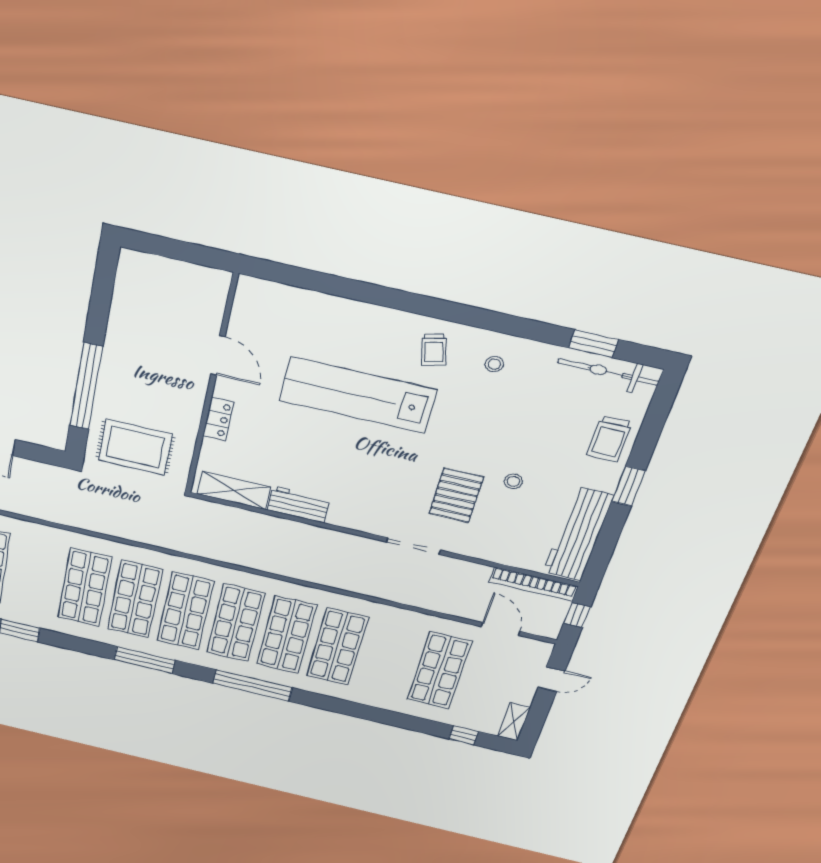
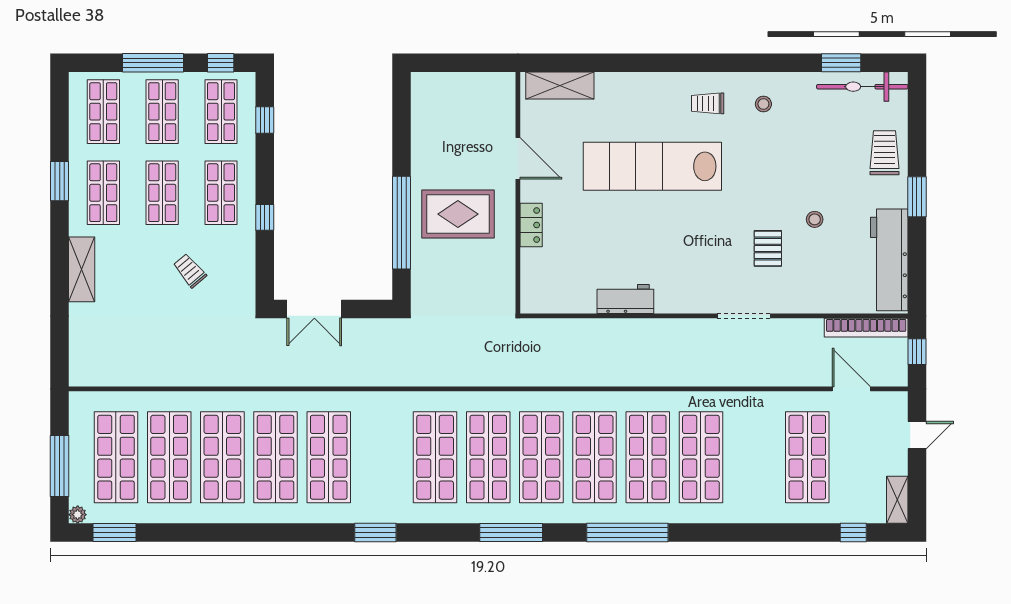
trolley: (434, 350) -> (708, 103), turned 104
trolley: (609, 439) -> (885, 153), turned 180
rug: (135, 447) -> (458, 214), moved
shelving: (234, 491) -> (560, 85), moved
pallet: (456, 495) -> (768, 248), width x0.67, depth x0.71

